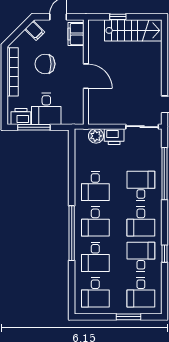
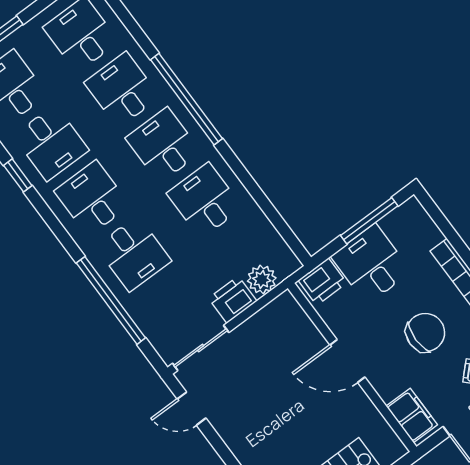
printer: (21, 116) -> (322, 282), moved

